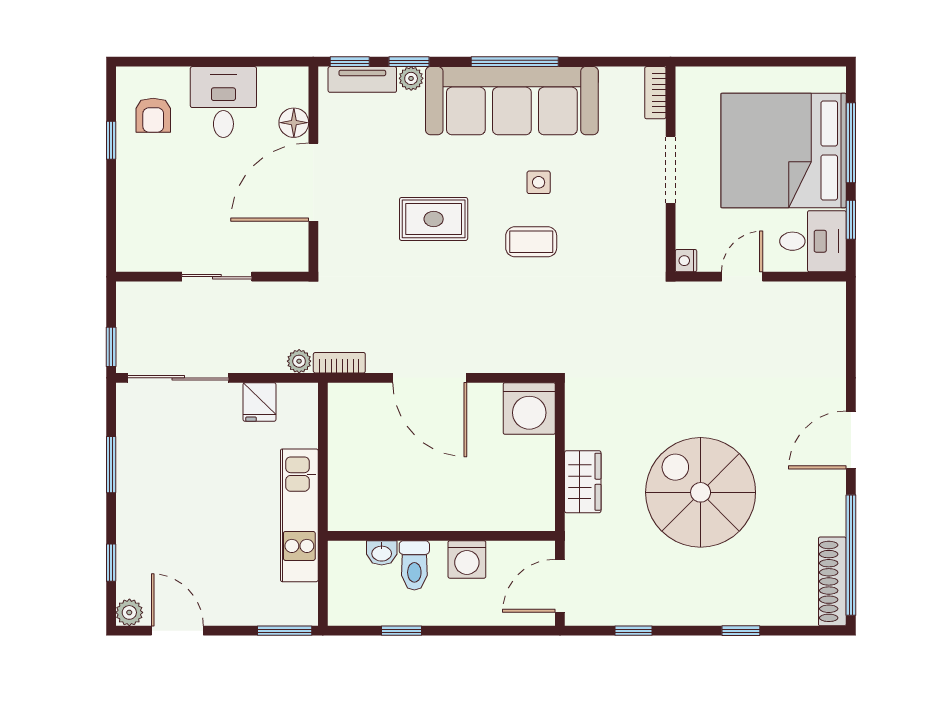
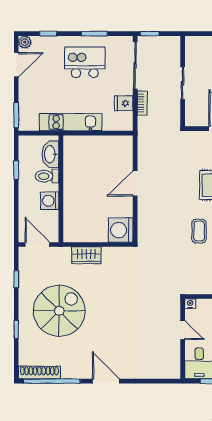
plant: (299, 361) -> (143, 122), removed
bookcase: (339, 363) -> (142, 103), moved
door: (430, 378) -> (135, 183), width x0.73
kitchen island: (172, 485) -> (85, 62), added
spiral stairs: (701, 492) -> (59, 311), moved
washbasin: (382, 553) -> (50, 154), width x1.91, depth x1.45

